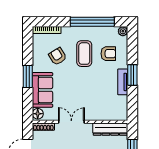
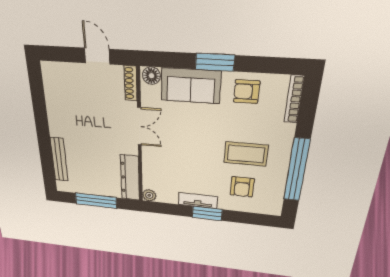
plant: (123, 31) -> (149, 195), moved
armchair: (58, 56) -> (247, 92), moved, turned -148

